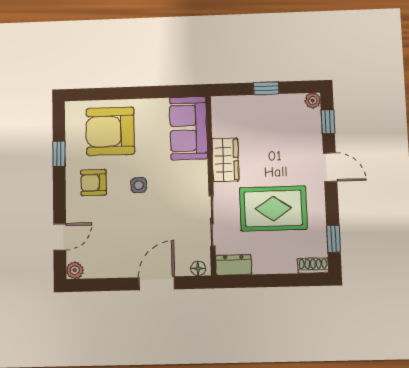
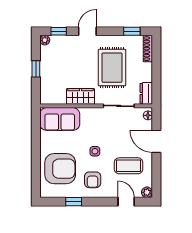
armchair: (110, 131) -> (60, 169), turned -90
coffee table: (117, 239) -> (129, 166), added
shoe rack: (313, 266) -> (148, 49), width x1.43

